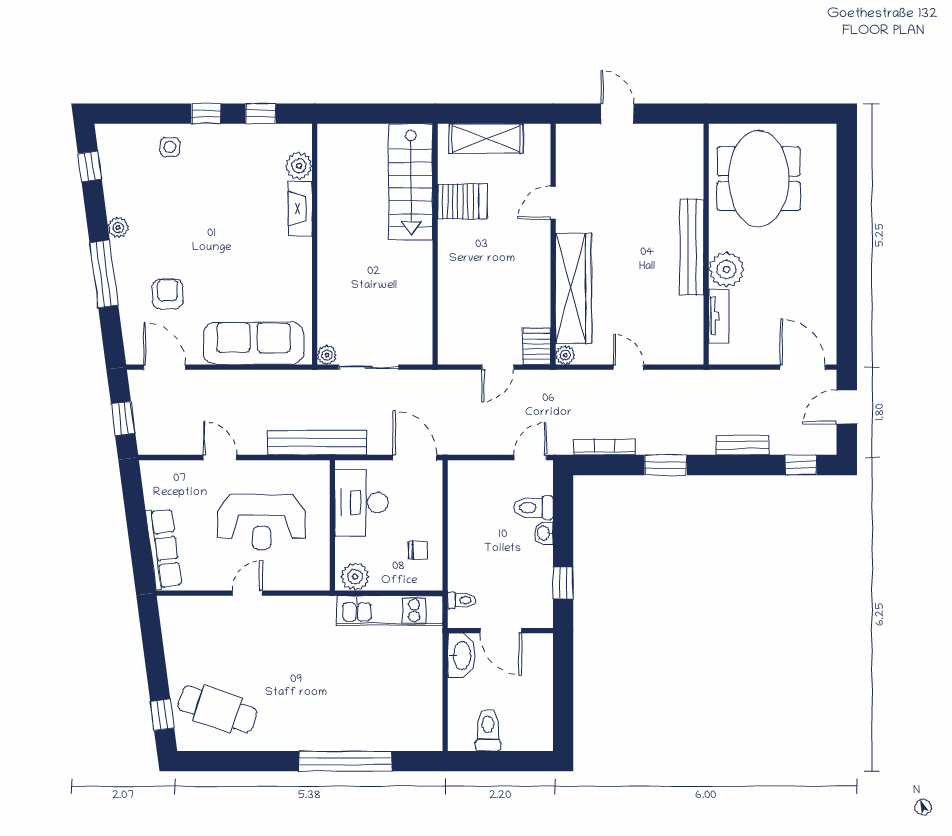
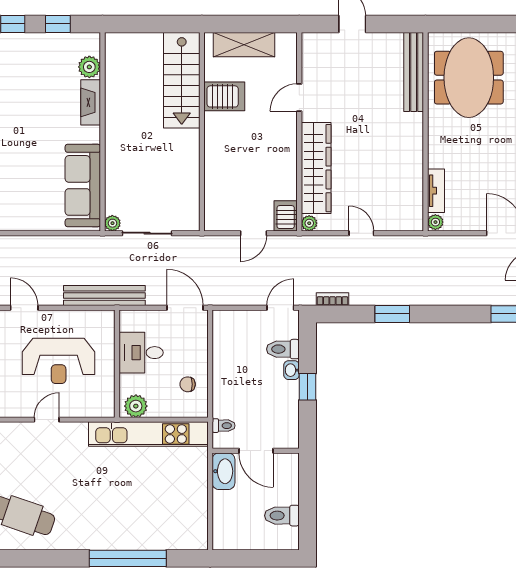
bench: (692, 247) -> (414, 72), moved
plant: (726, 269) -> (435, 222), moved, width x0.53, depth x0.53
sofa: (254, 343) -> (83, 185), moved, turned -90
bench: (742, 445) -> (455, 298), removed
bookcase: (605, 447) -> (333, 299), width x0.64
desk: (361, 503) -> (141, 353), width x0.73
chair: (418, 550) -> (188, 384), turned 180
window: (563, 583) -> (308, 387), moved
kitchen unit: (390, 610) -> (148, 434), width x1.36
toilet: (488, 730) -> (282, 516), moved, turned -90

